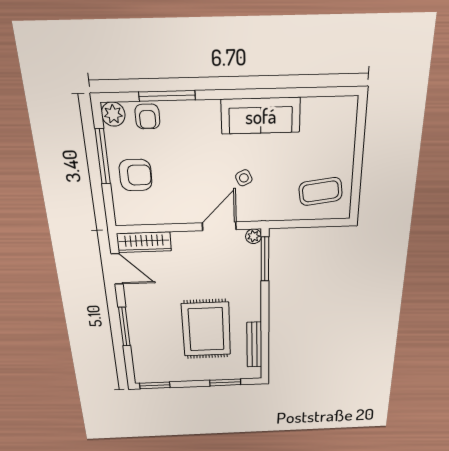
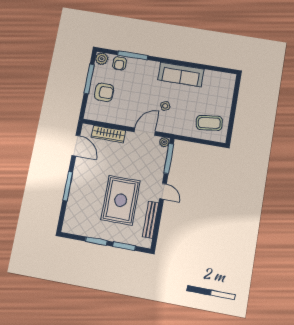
wardrobe: (144, 242) -> (108, 134), moved
door: (265, 306) -> (163, 191), added
window: (155, 385) -> (96, 241), moved

